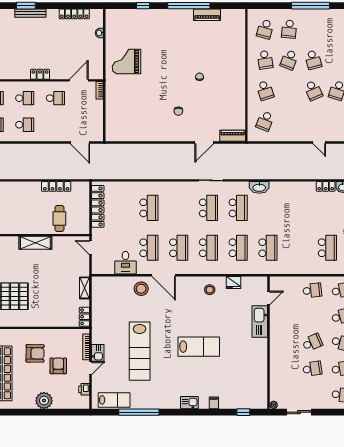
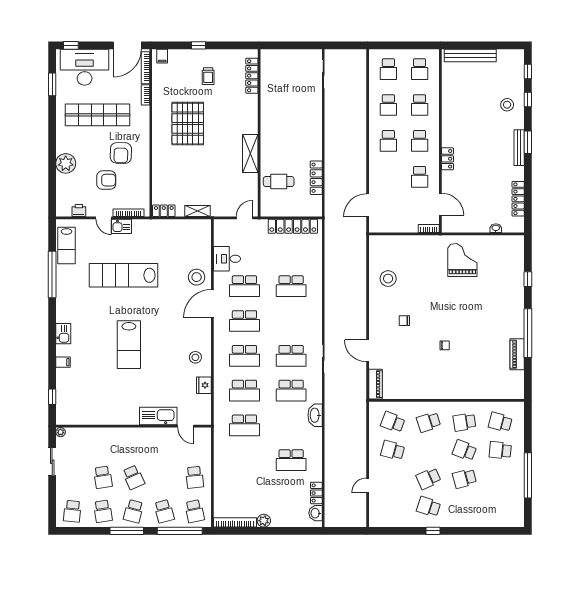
school desk: (289, 121) -> (393, 450), added
stool: (142, 125) -> (388, 279), added
school desk: (327, 248) -> (291, 460), moved

